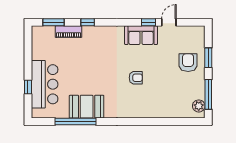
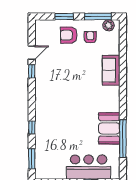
door: (169, 22) -> (32, 53), swing flipped
piano: (69, 32) -> (40, 145), removed
sofa: (141, 35) -> (111, 70), moved, turned 180
armchair: (136, 78) -> (90, 37), moved

